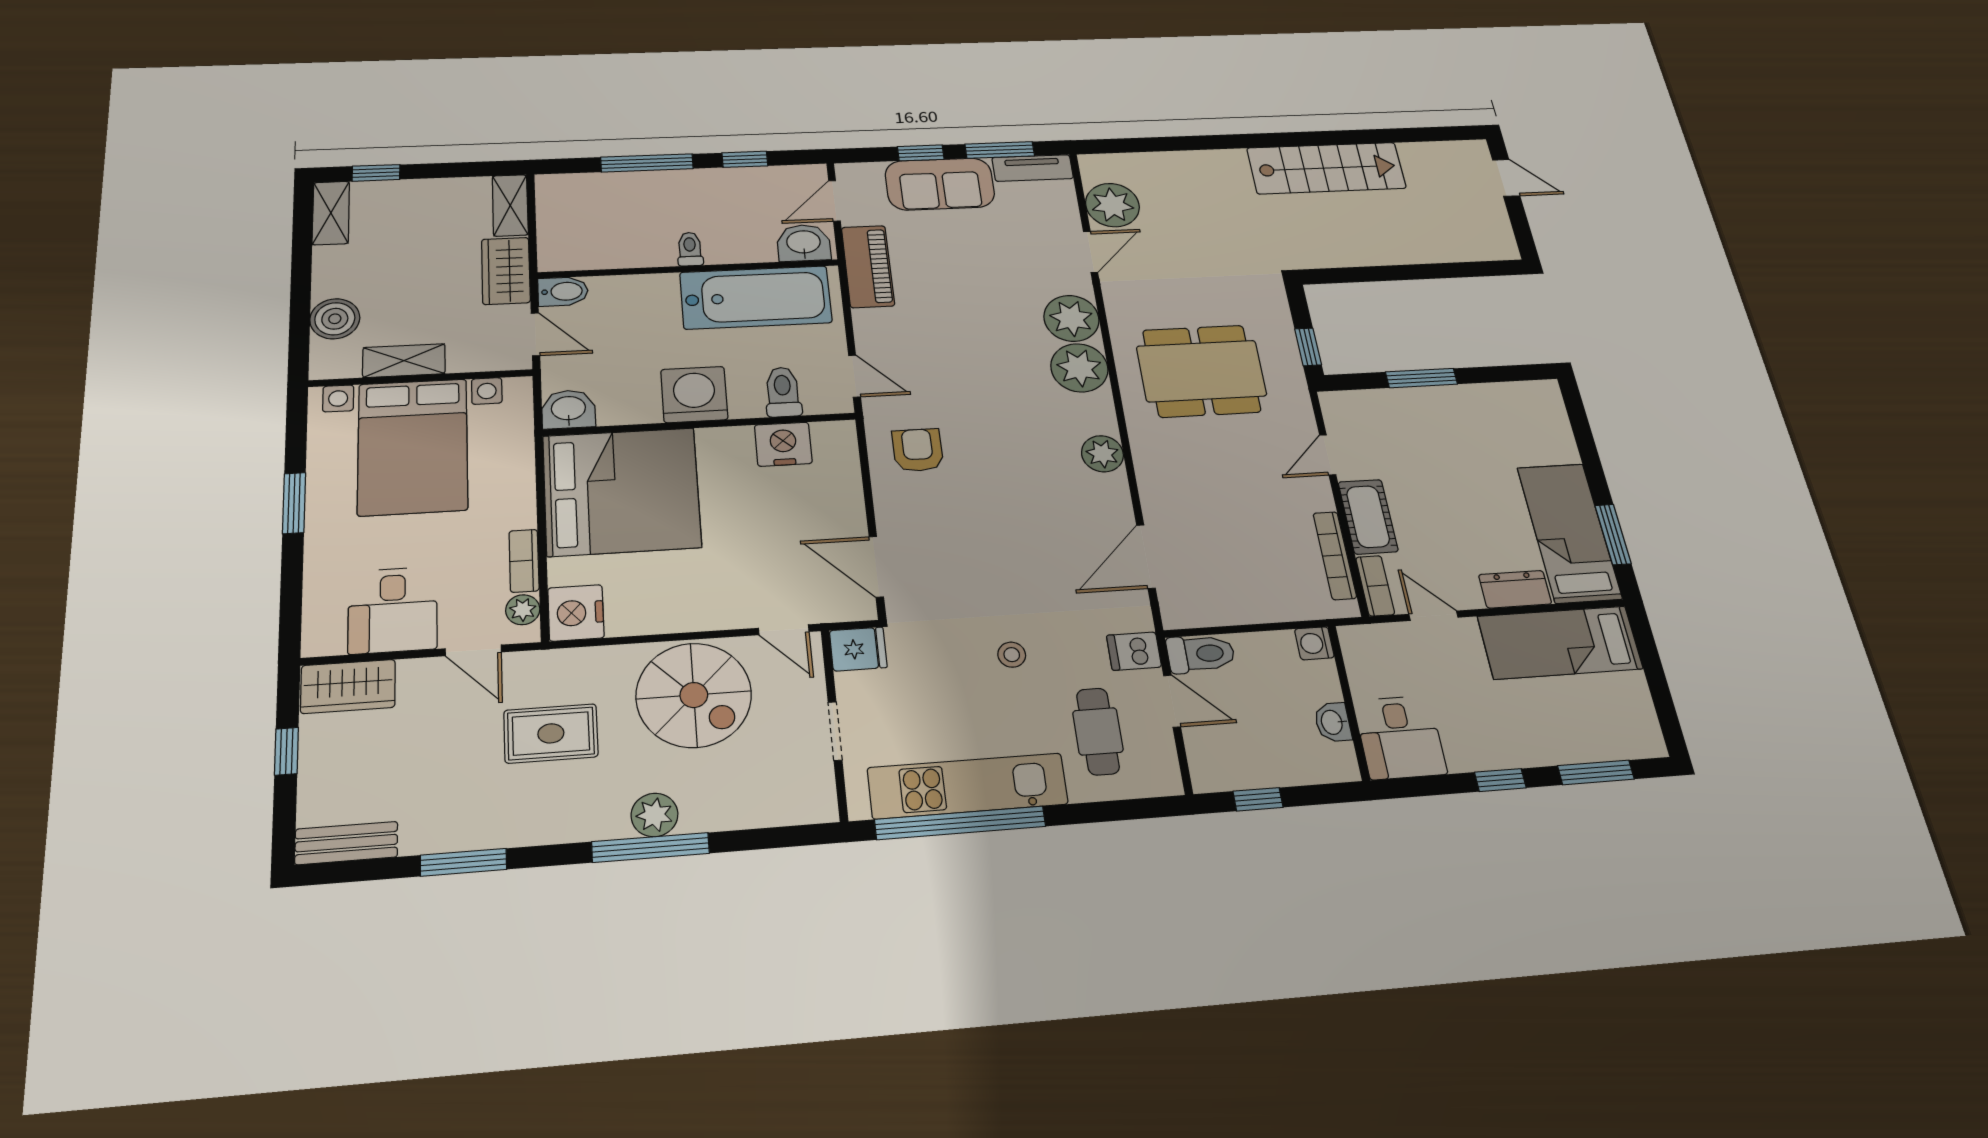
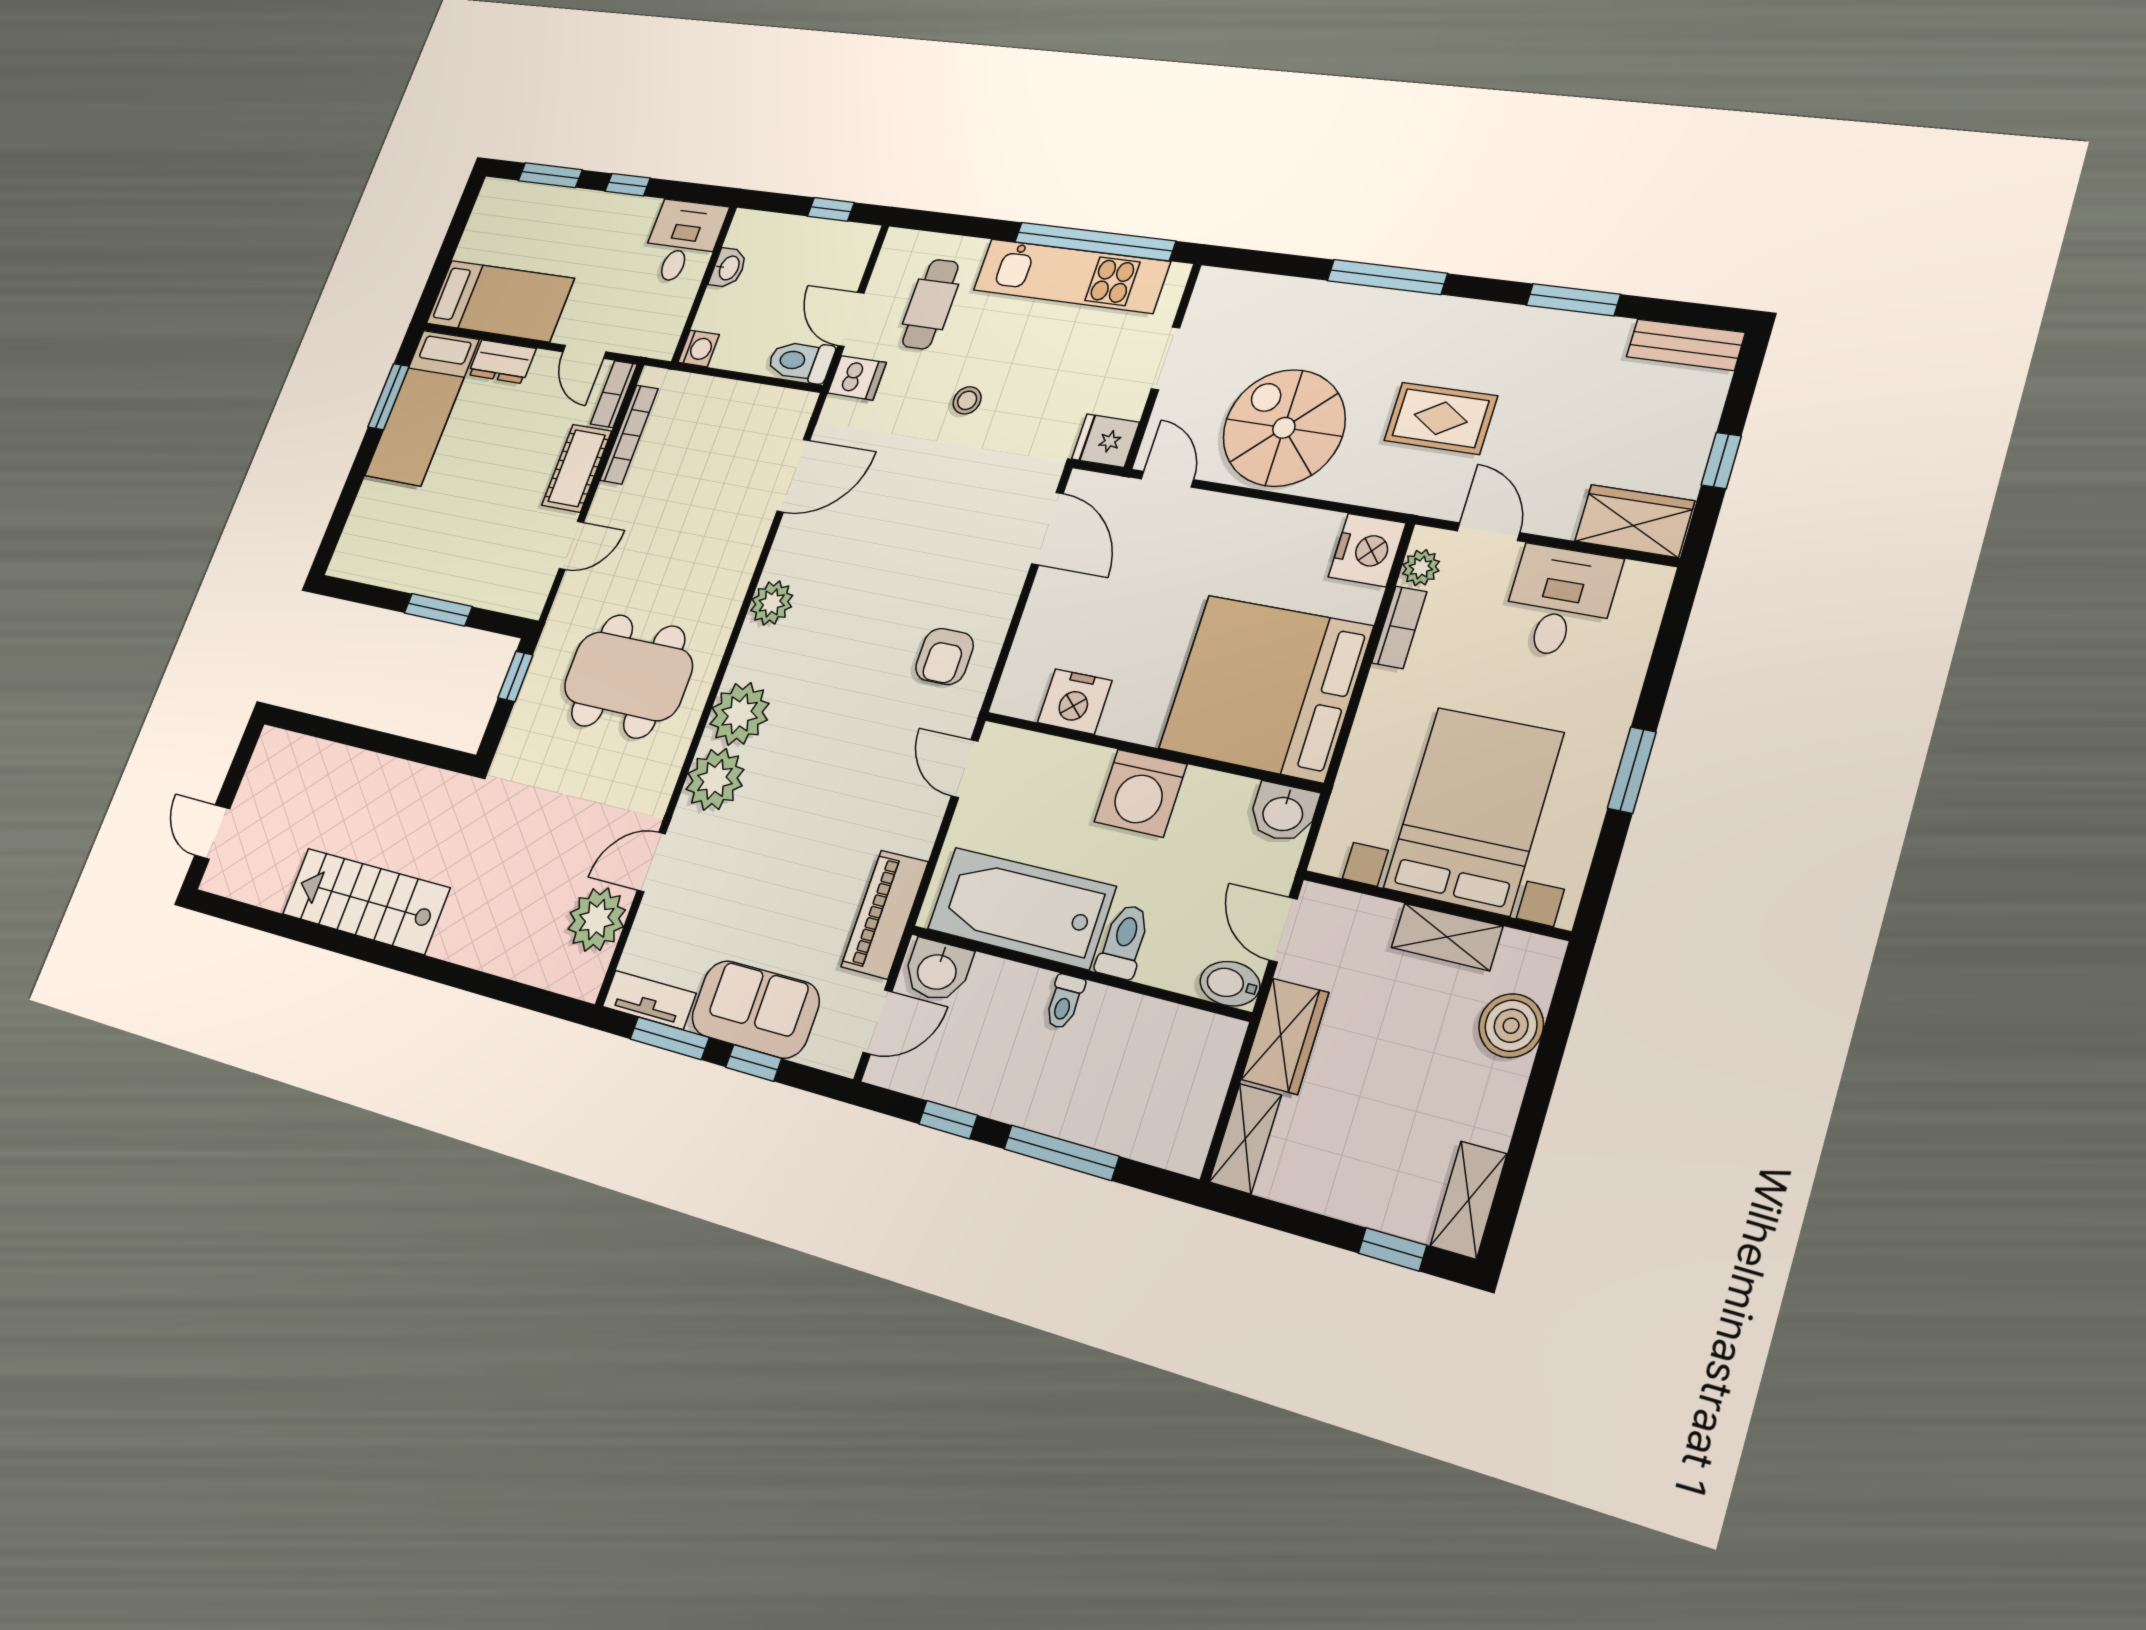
toilet: (783, 392) -> (1123, 941), moved, turned 180
plant: (654, 815) -> (1371, 309), removed

